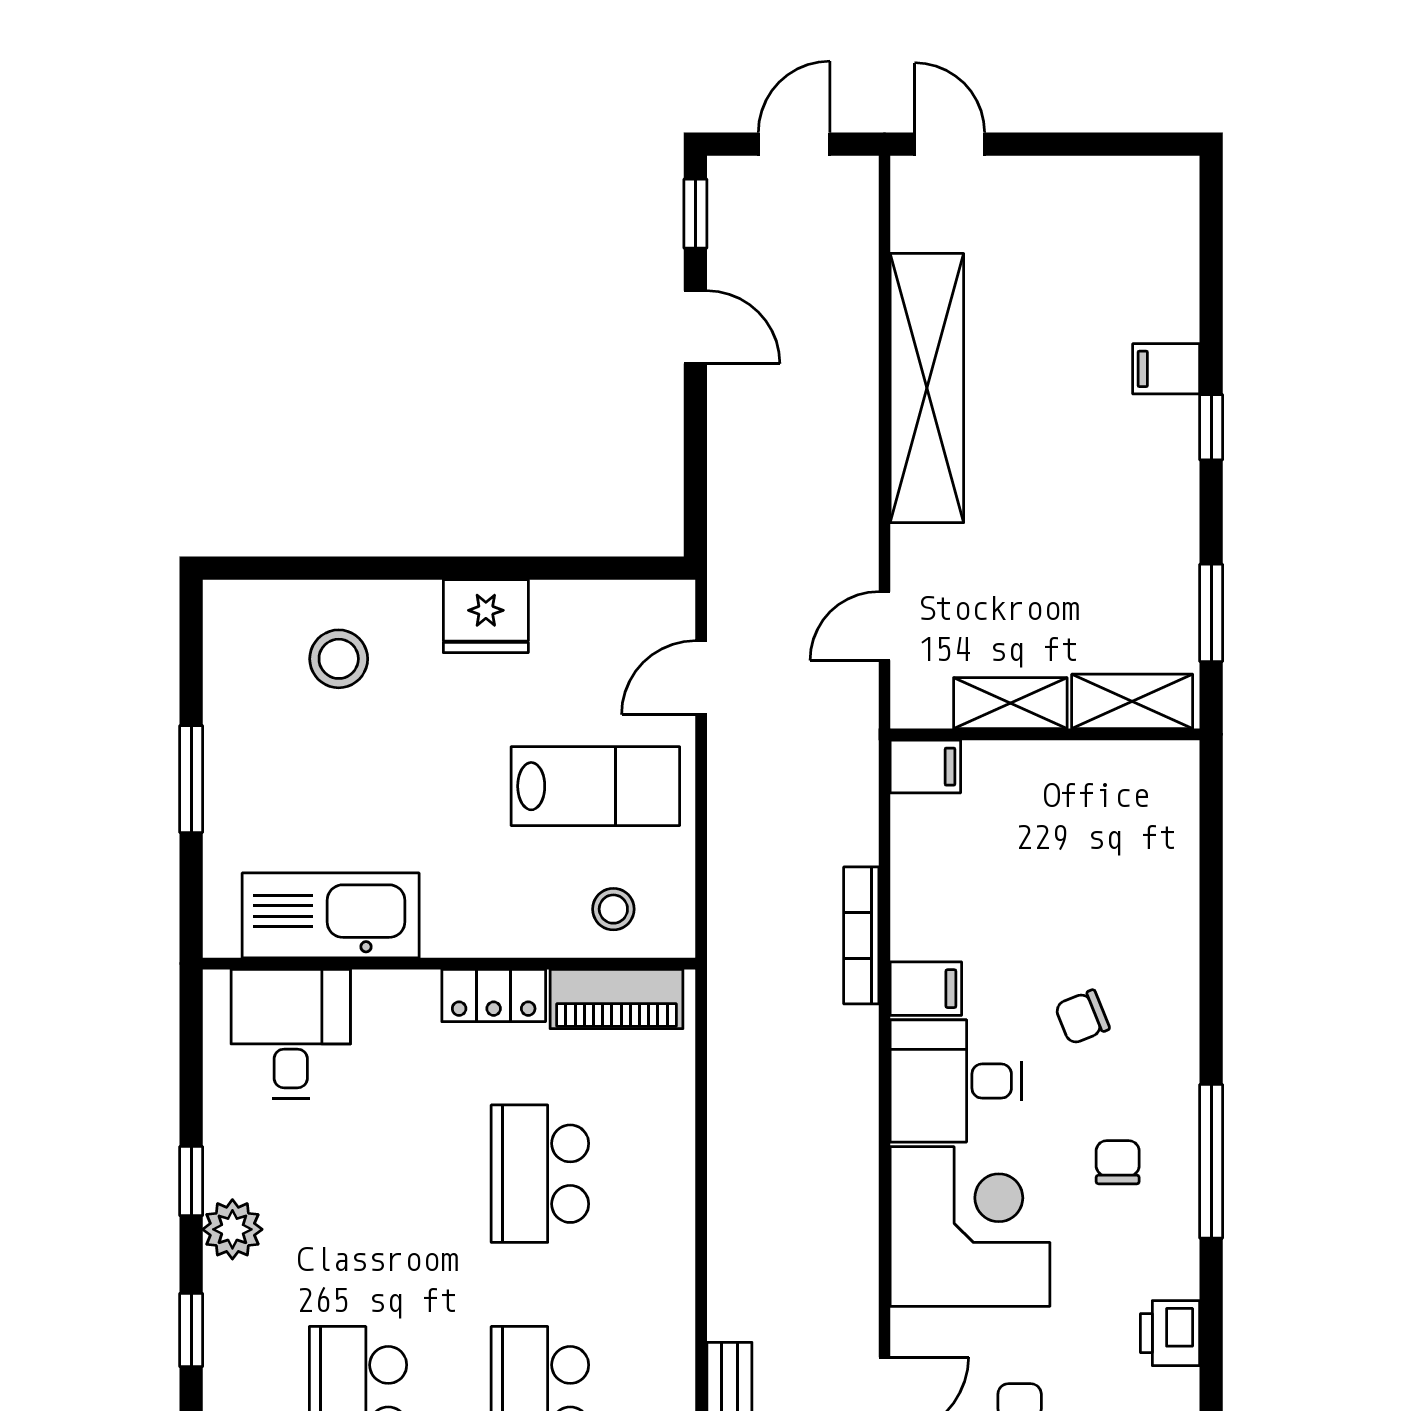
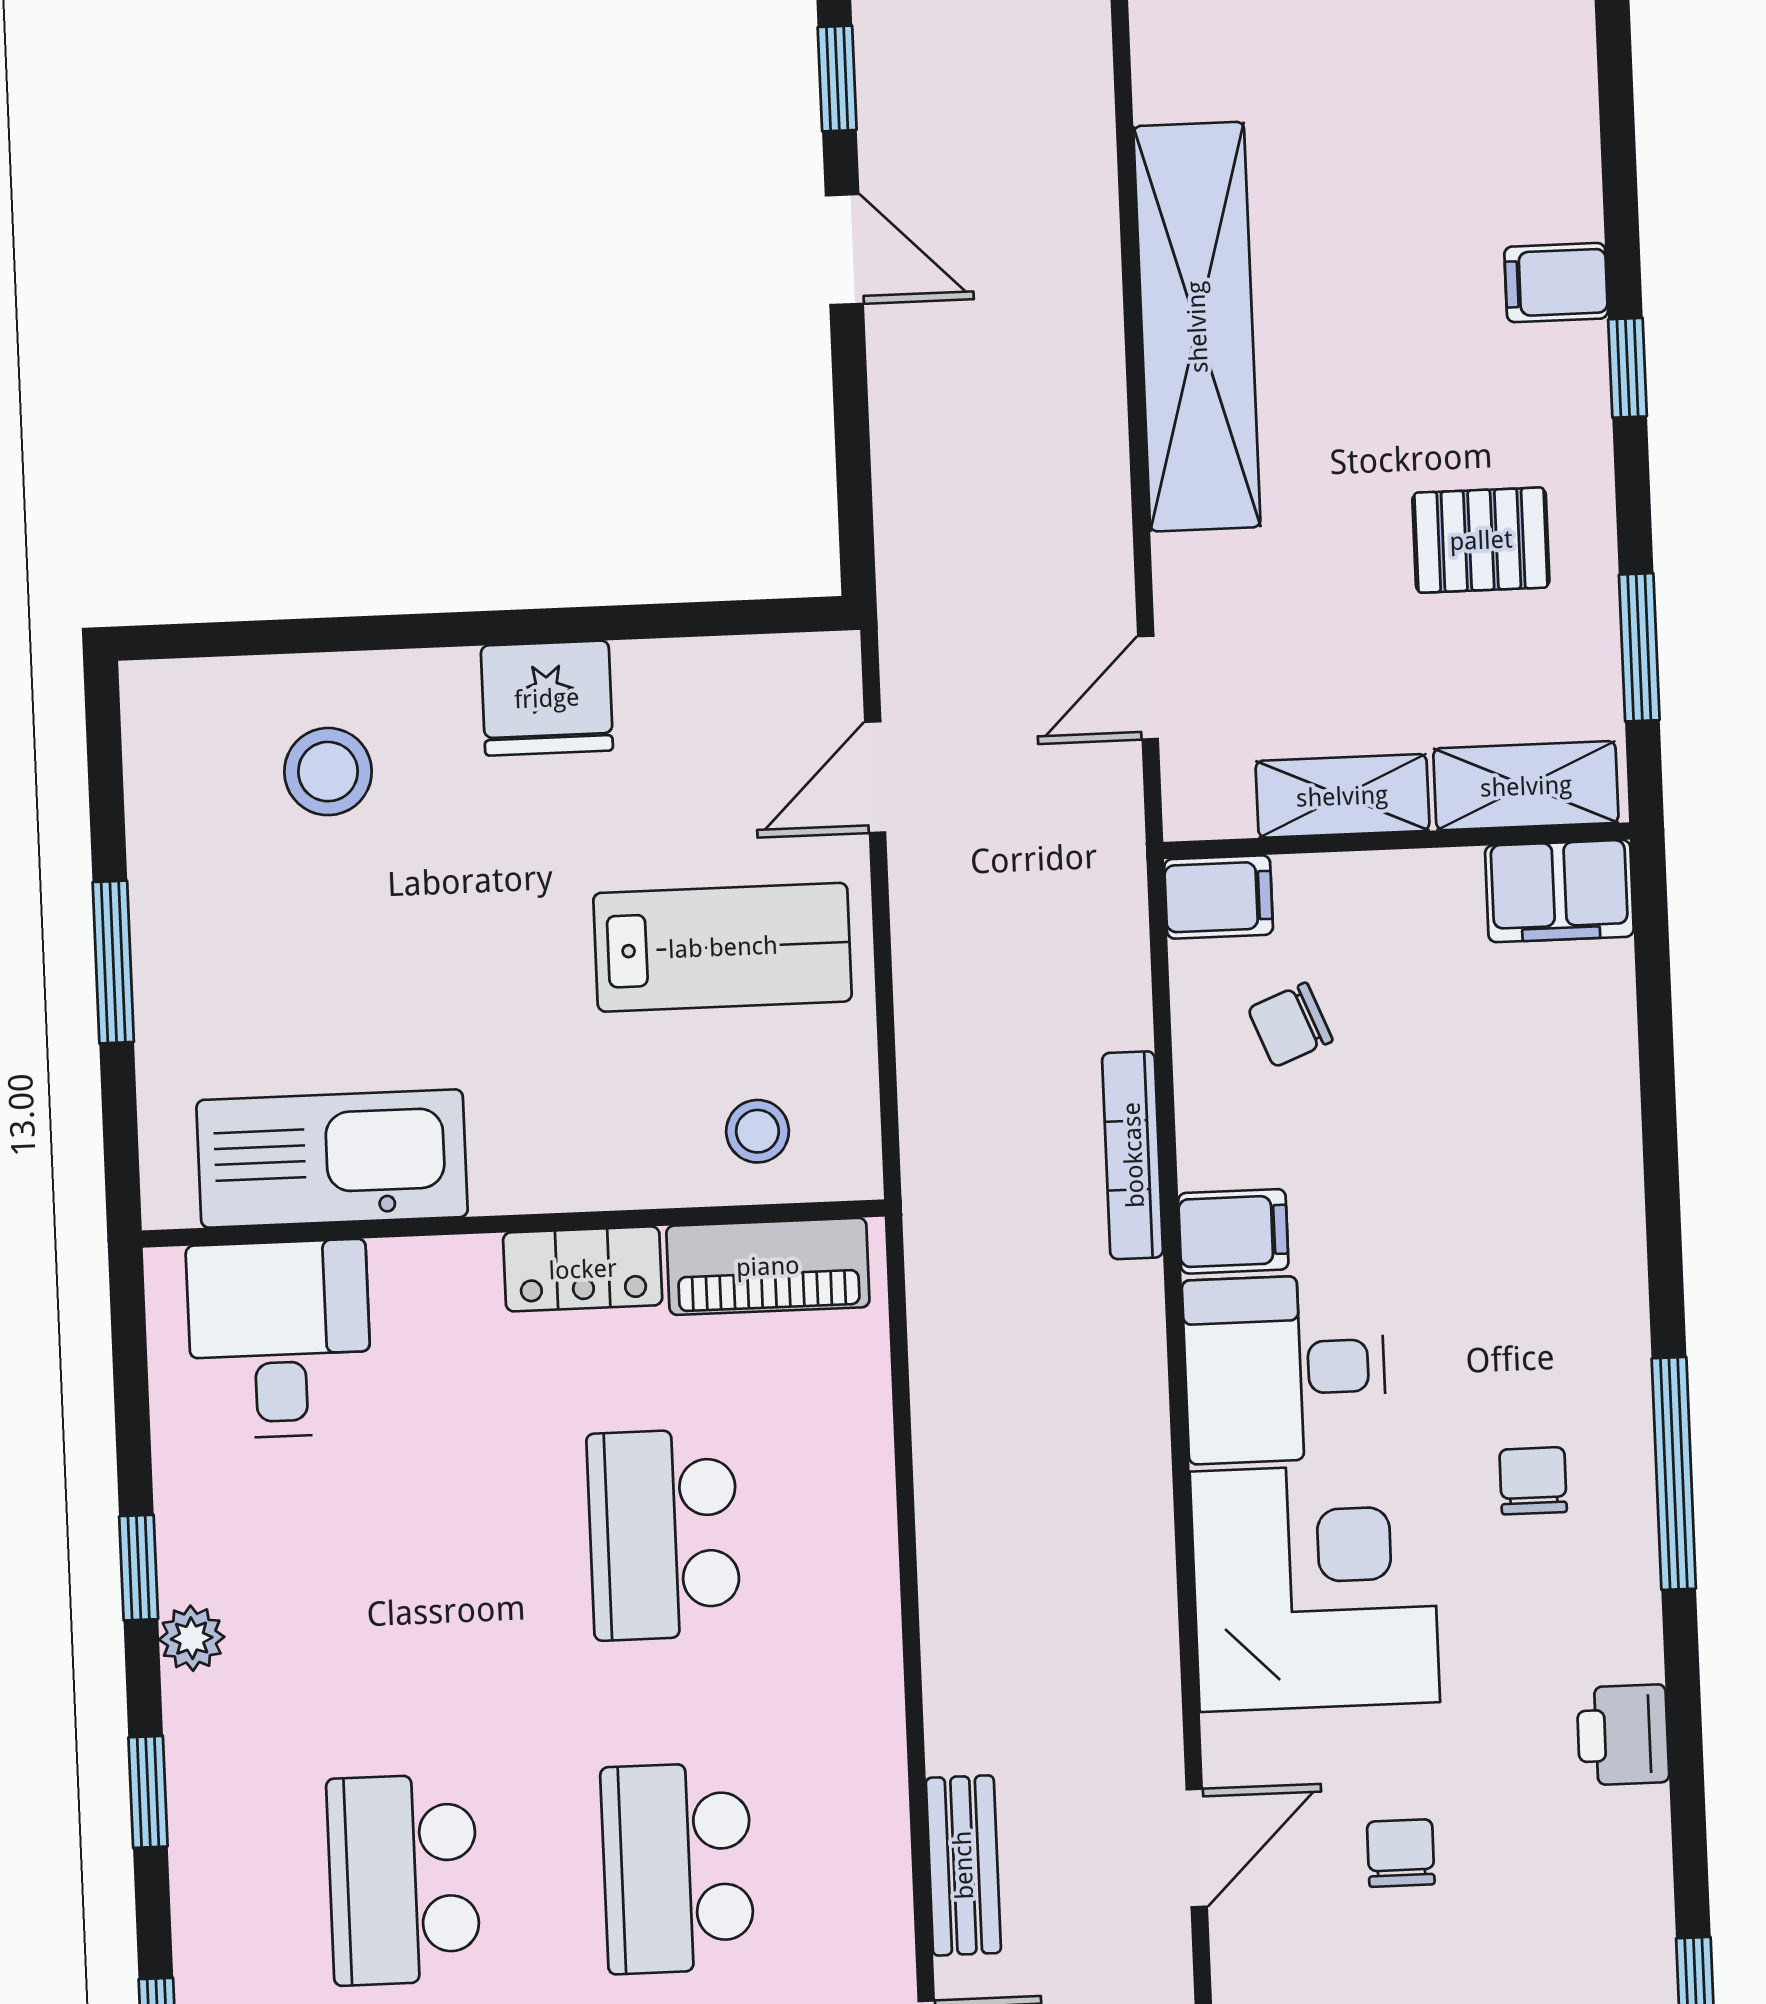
pallet: (1109, 537) -> (1481, 540), added
filing cabinet: (1151, 772) -> (1559, 891), added
chair: (1082, 1017) -> (1290, 1025), moved
plant: (232, 1229) -> (192, 1638), width x0.73, depth x0.73

